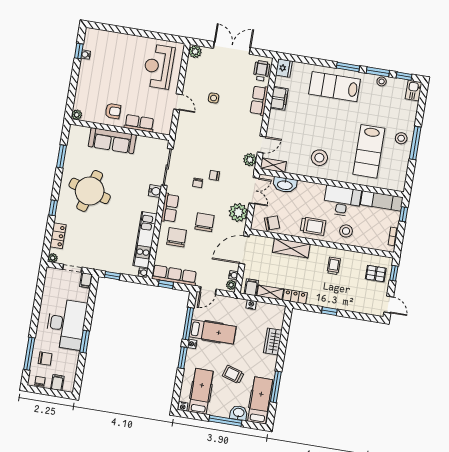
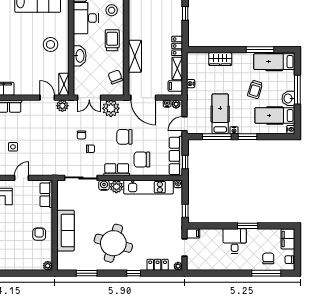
row of seats: (139, 123) -> (46, 195), moved
washbasin: (285, 185) -> (80, 56), moved
double door: (254, 191) -> (89, 98), swing flipped
plant: (151, 205) -> (116, 187), added
trolley: (334, 266) -> (144, 16), removed
door: (208, 291) -> (184, 124), swing flipped
desk: (66, 324) -> (235, 241), width x0.53, depth x0.77
filing cabinet: (57, 383) -> (288, 239), width x2.00
washbasin: (239, 413) -> (288, 98), moved

